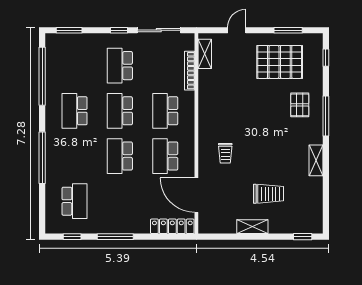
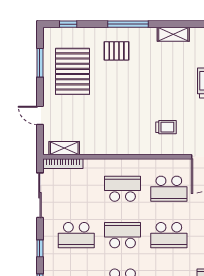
window: (119, 30) -> (40, 248), moved
bookcase: (190, 71) -> (63, 164), moved
school desk: (120, 111) -> (123, 235), turned 180
school desk: (165, 111) -> (123, 189), turned 180

